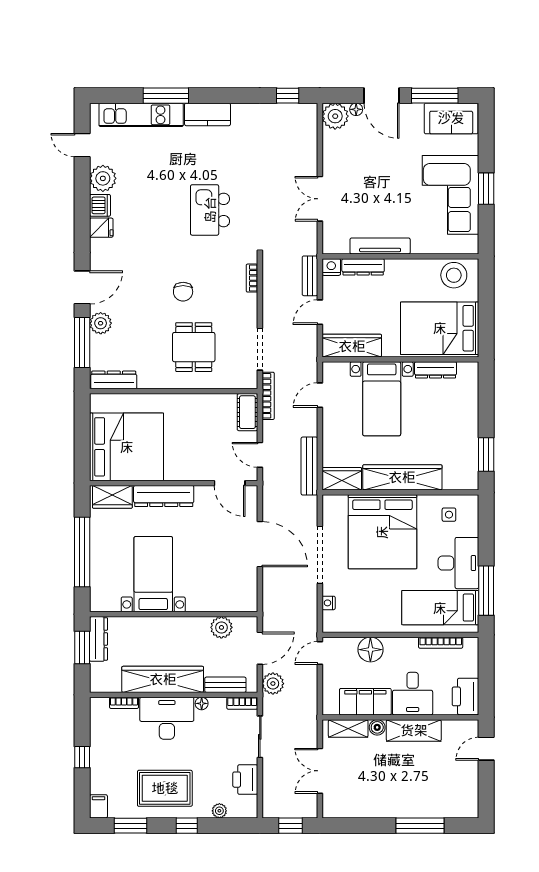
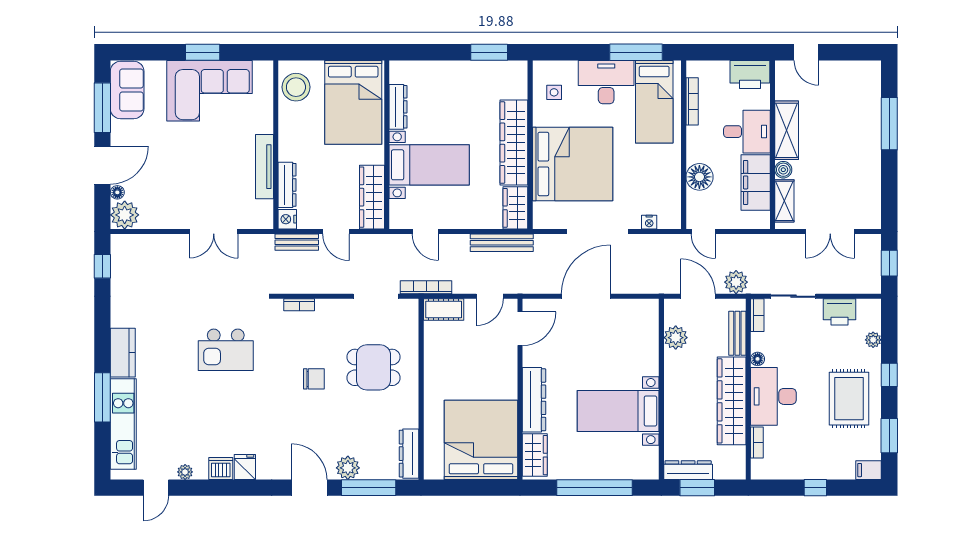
plant: (103, 178) -> (185, 472), width x0.53, depth x0.53

